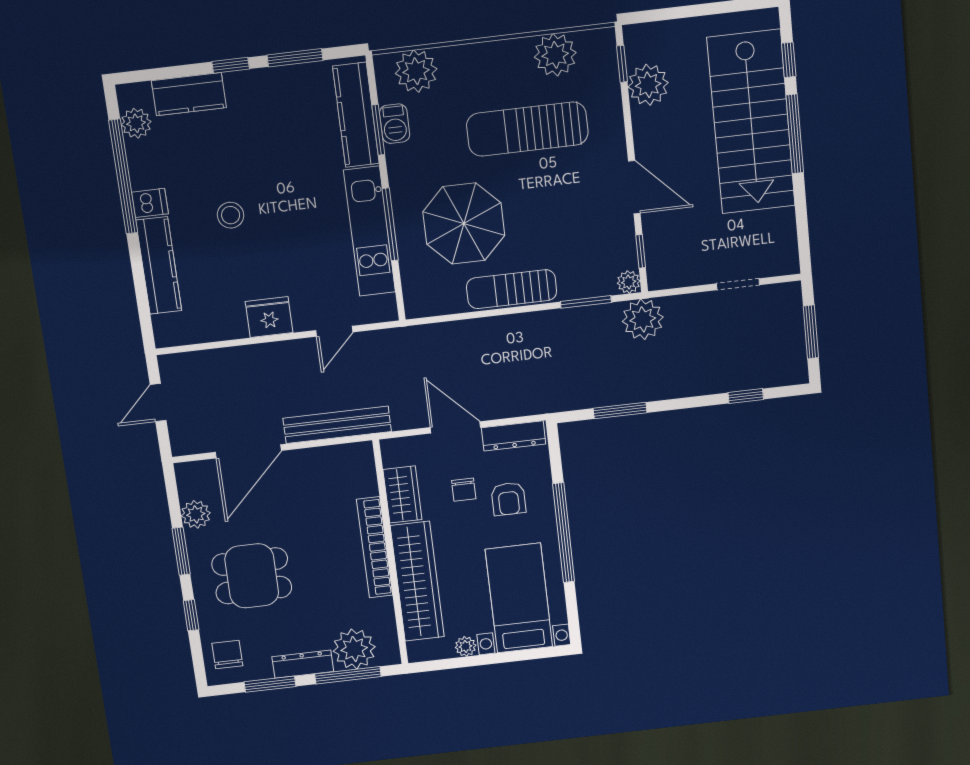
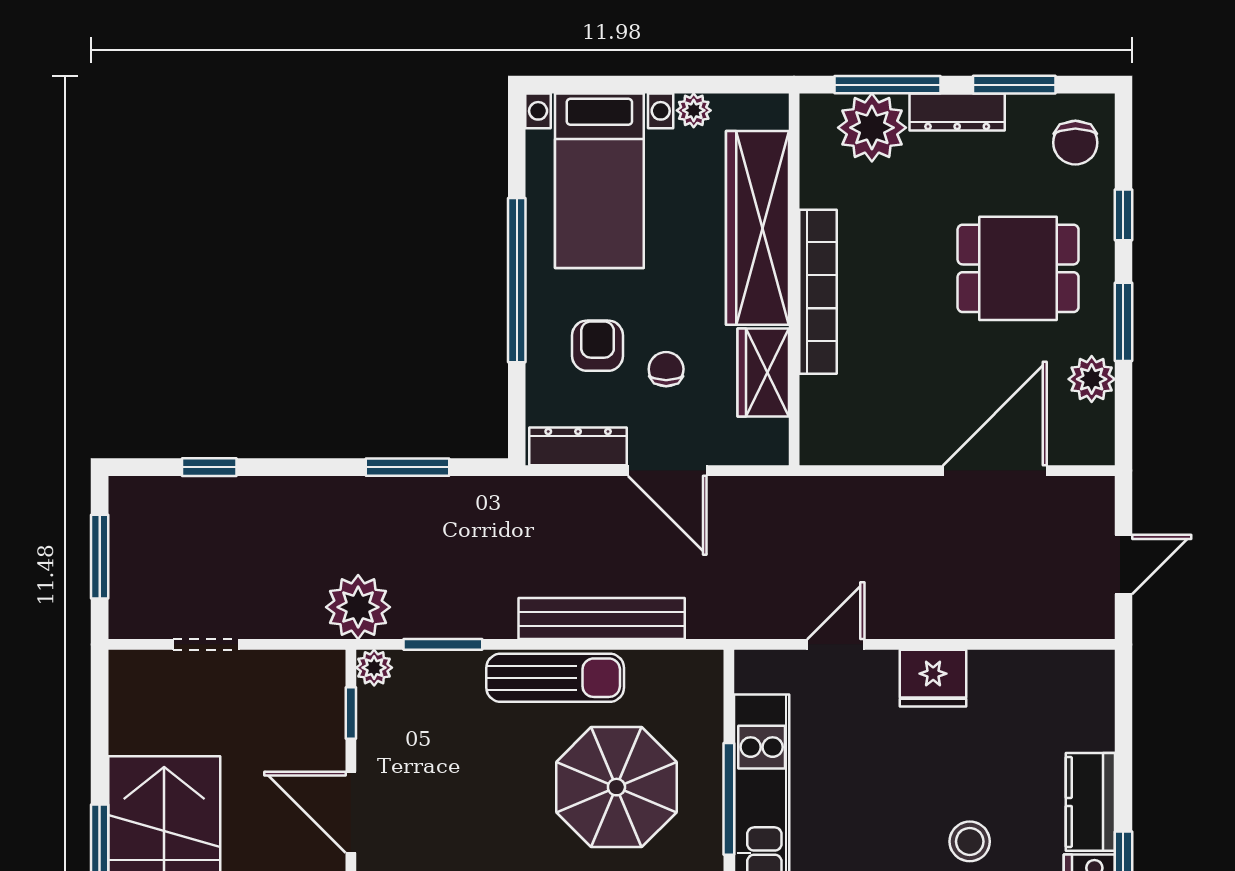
kitchen counter: (159, 265) -> (1090, 802), width x0.67
bench: (337, 425) -> (602, 619), moved

